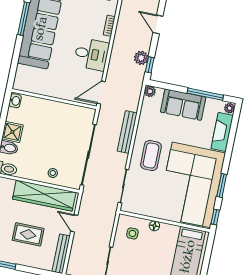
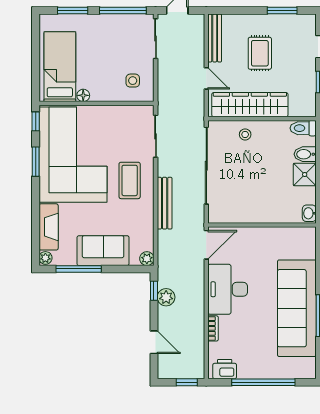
desk: (91, 54) -> (228, 289), width x1.37
floor lamp: (154, 226) -> (83, 95), moved
rug: (28, 234) -> (260, 53), turned 90

